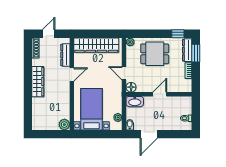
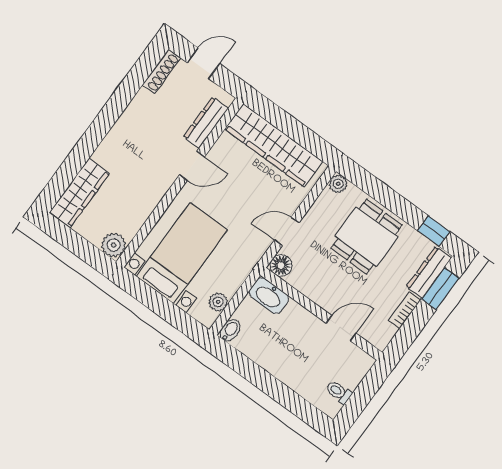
dining table: (155, 54) -> (366, 237), turned 90
door: (124, 73) -> (287, 231), hinge flipped
wardrobe: (38, 82) -> (80, 193), moved
door: (160, 94) -> (341, 328), moved
door: (149, 134) -> (252, 372), removed

